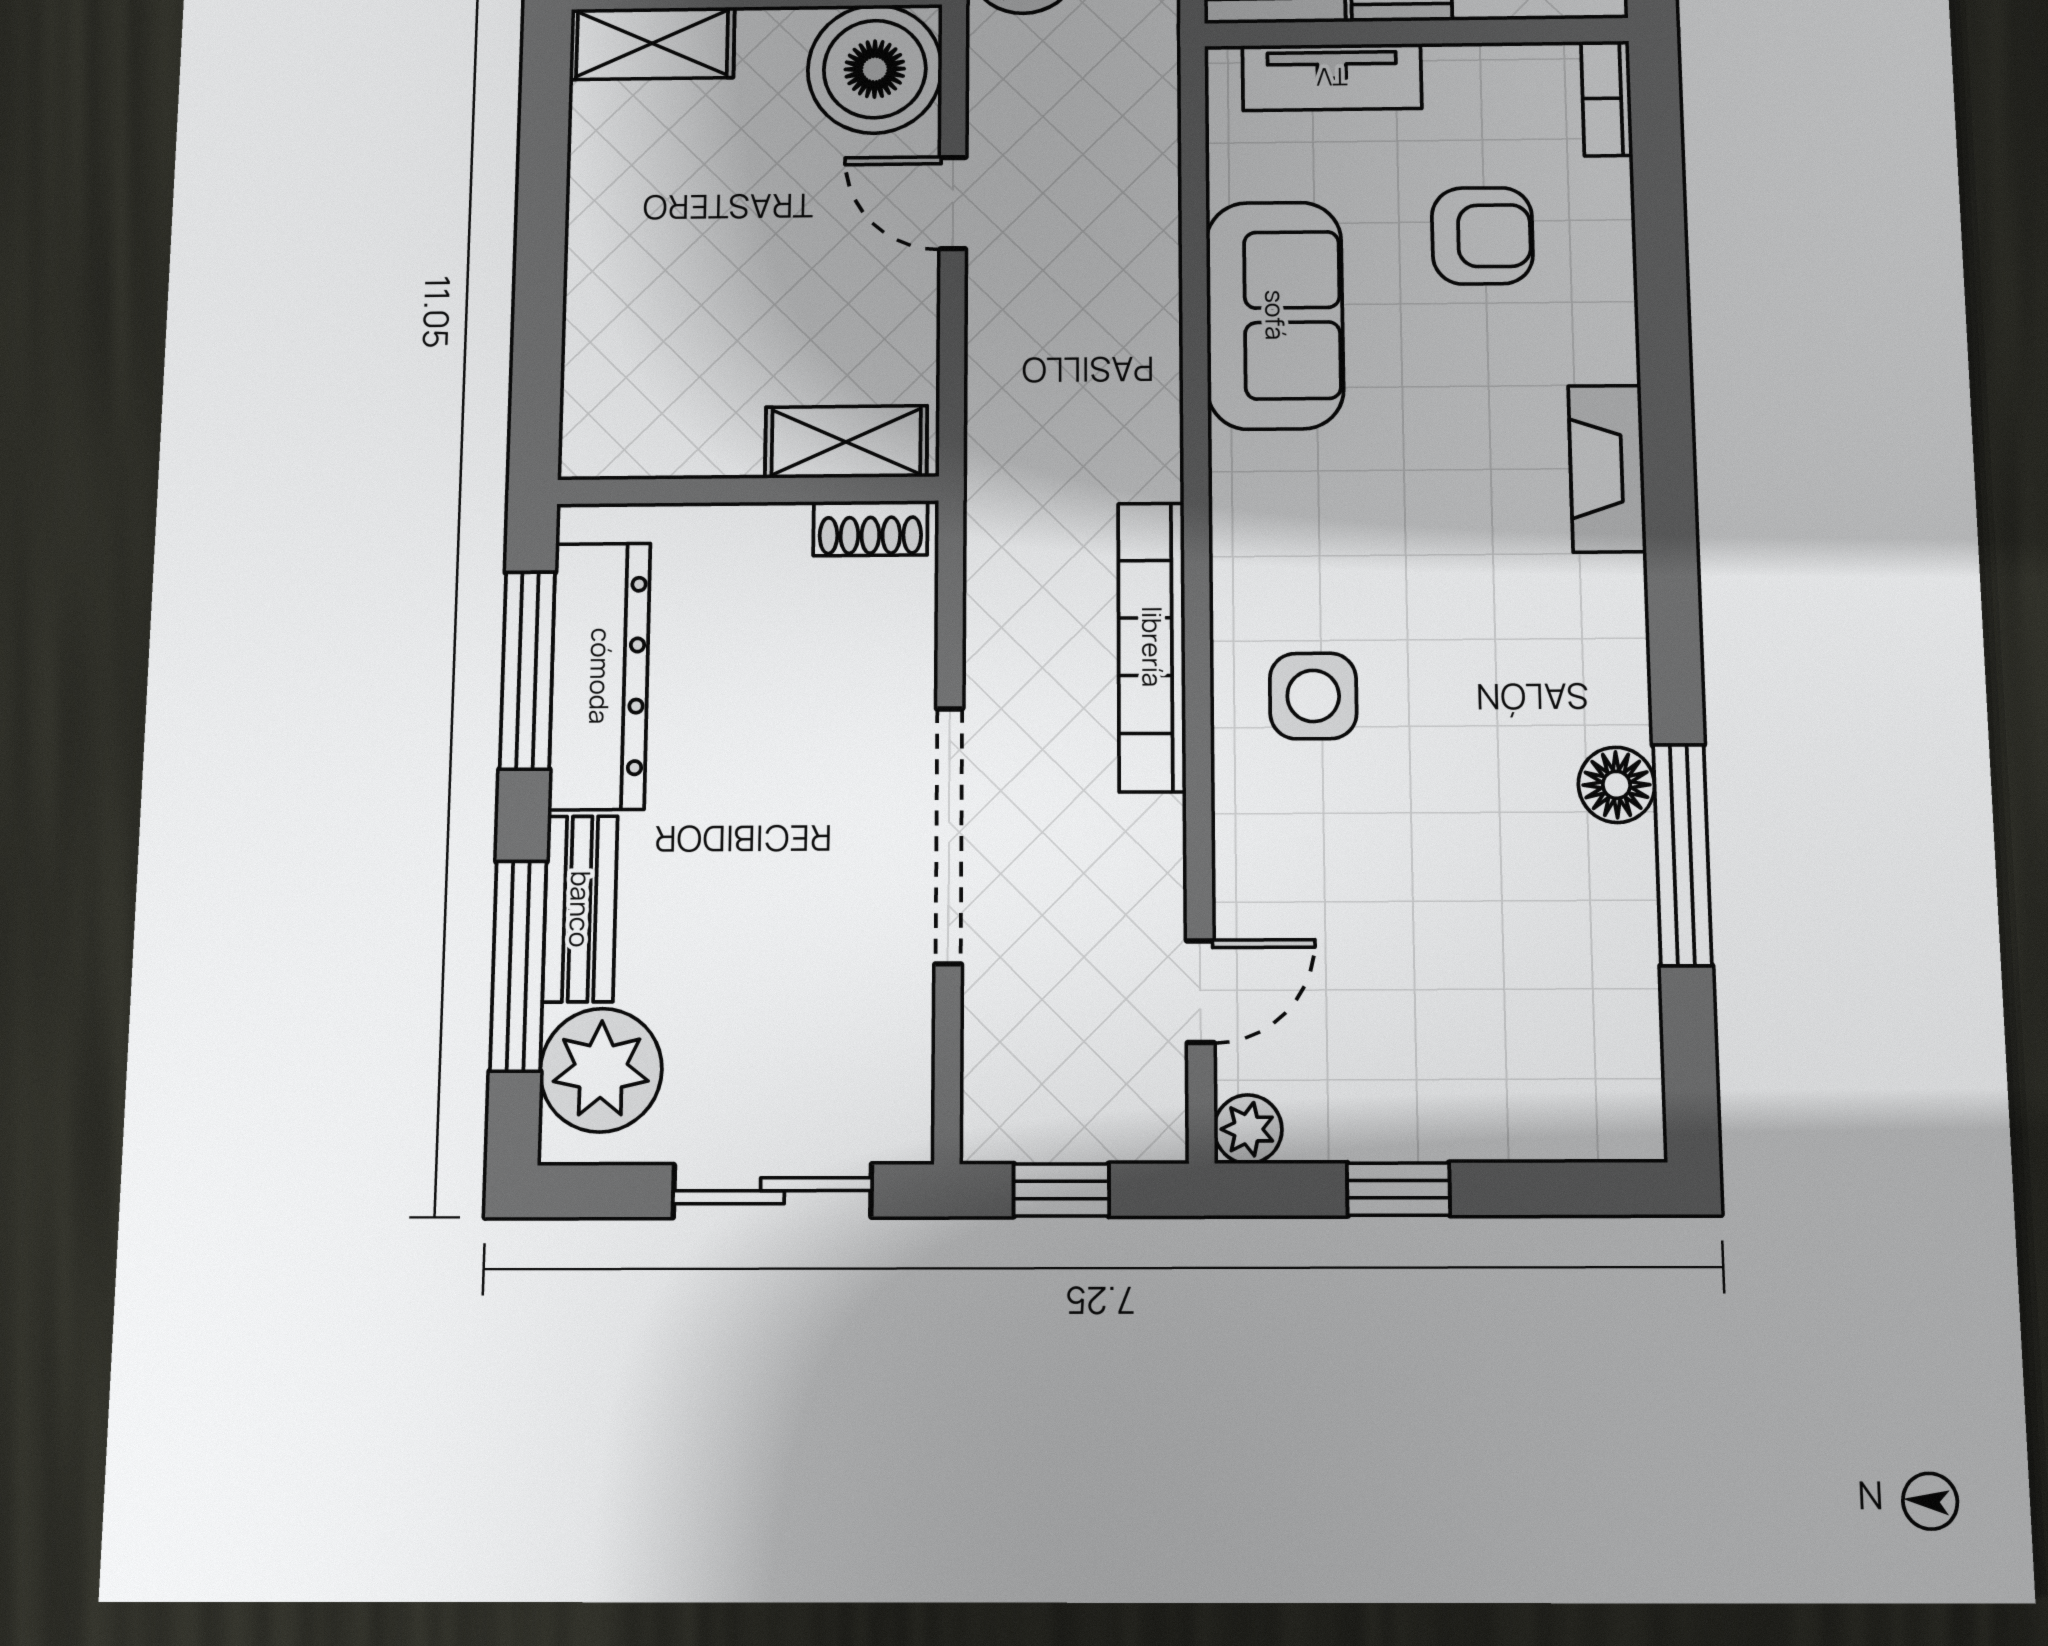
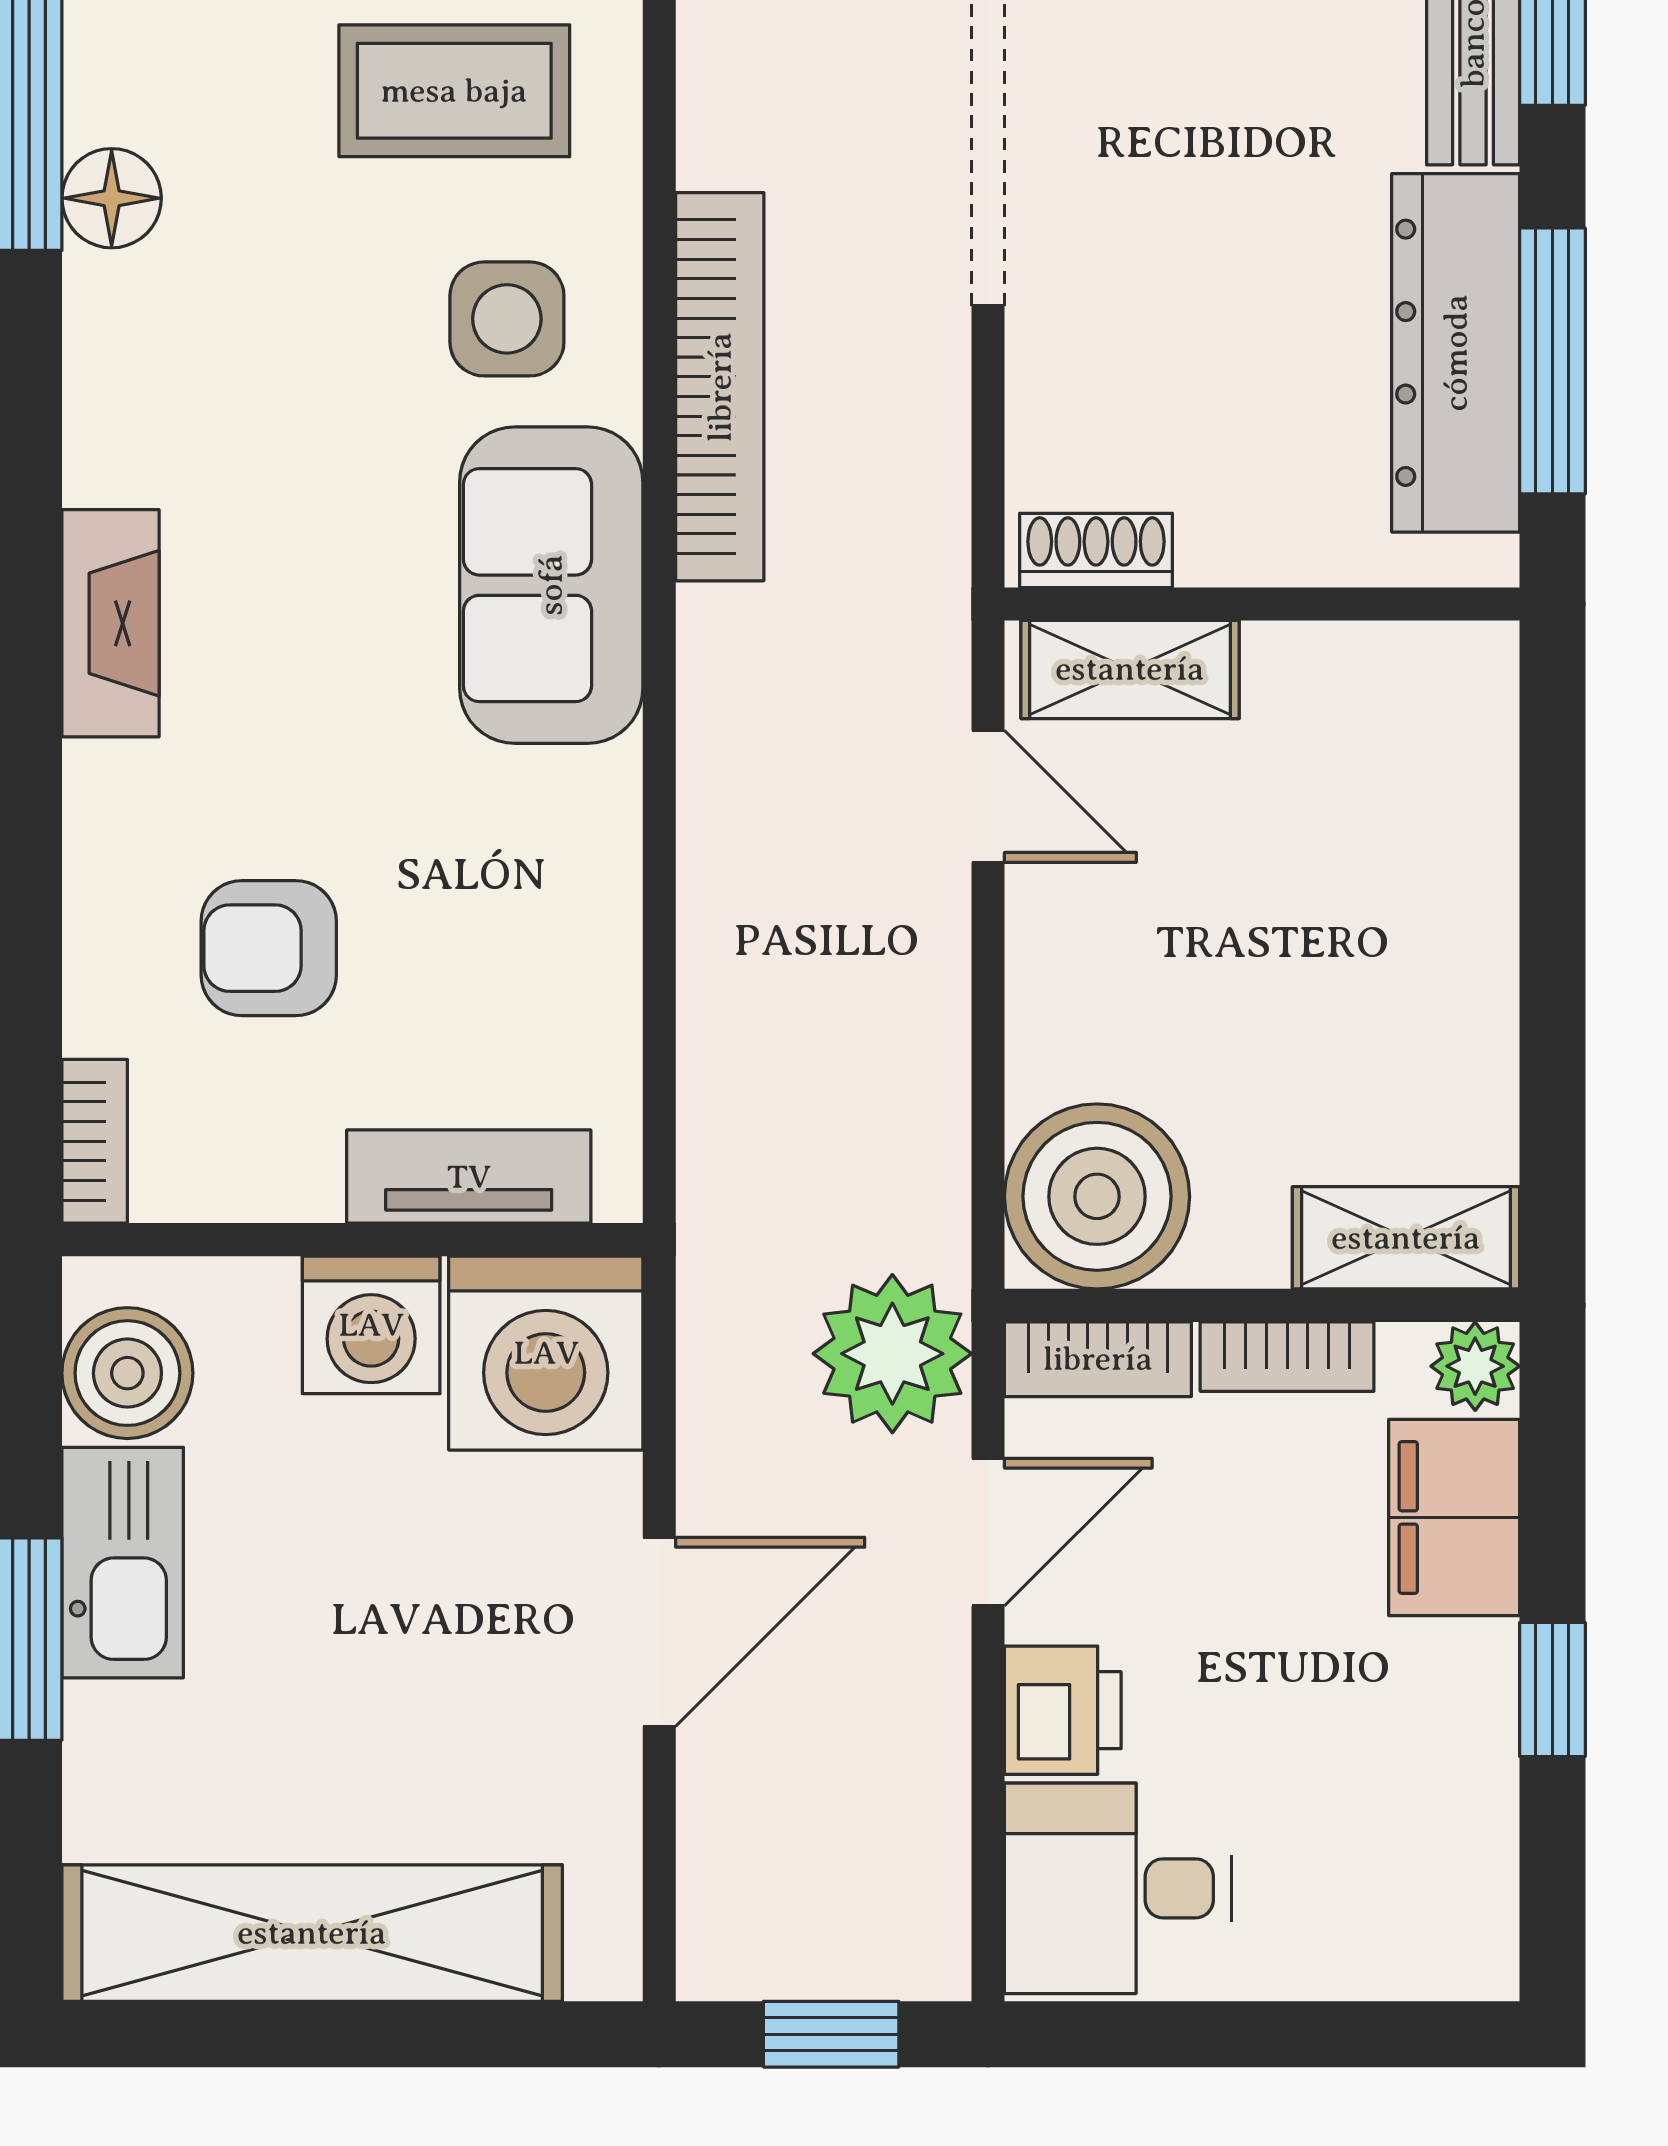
door: (953, 203) -> (988, 796), moved
sofa: (1275, 315) -> (551, 585), moved
coffee table: (1356, 868) -> (454, 91), added

